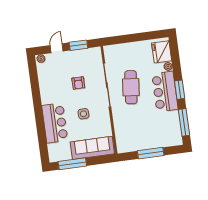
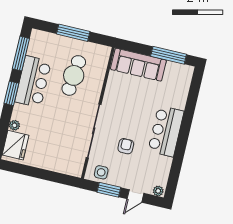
cafe table: (131, 87) -> (74, 75), moved
bar counter: (165, 92) -> (33, 82), moved
side table: (83, 114) -> (101, 172), moved
bar counter: (55, 123) -> (166, 131), moved

